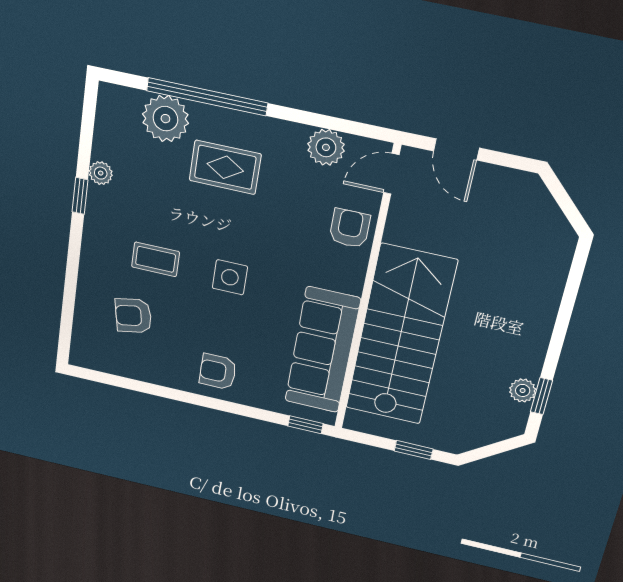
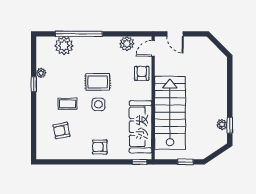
rug: (225, 167) -> (98, 82), moved

